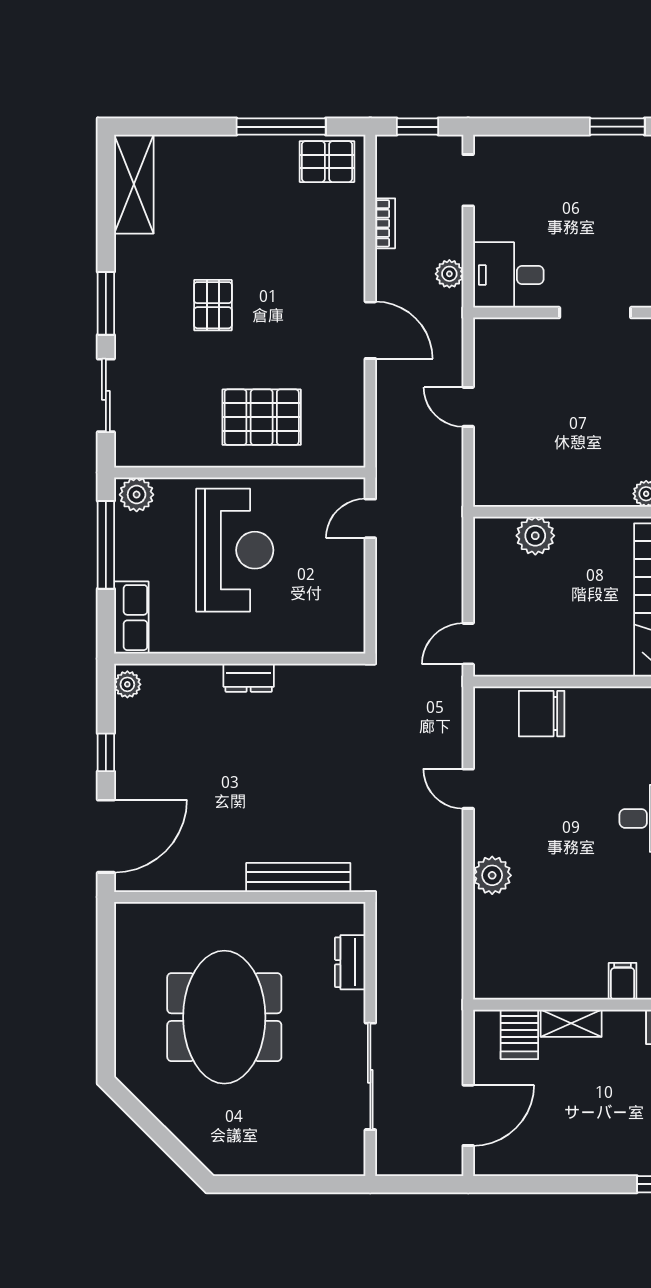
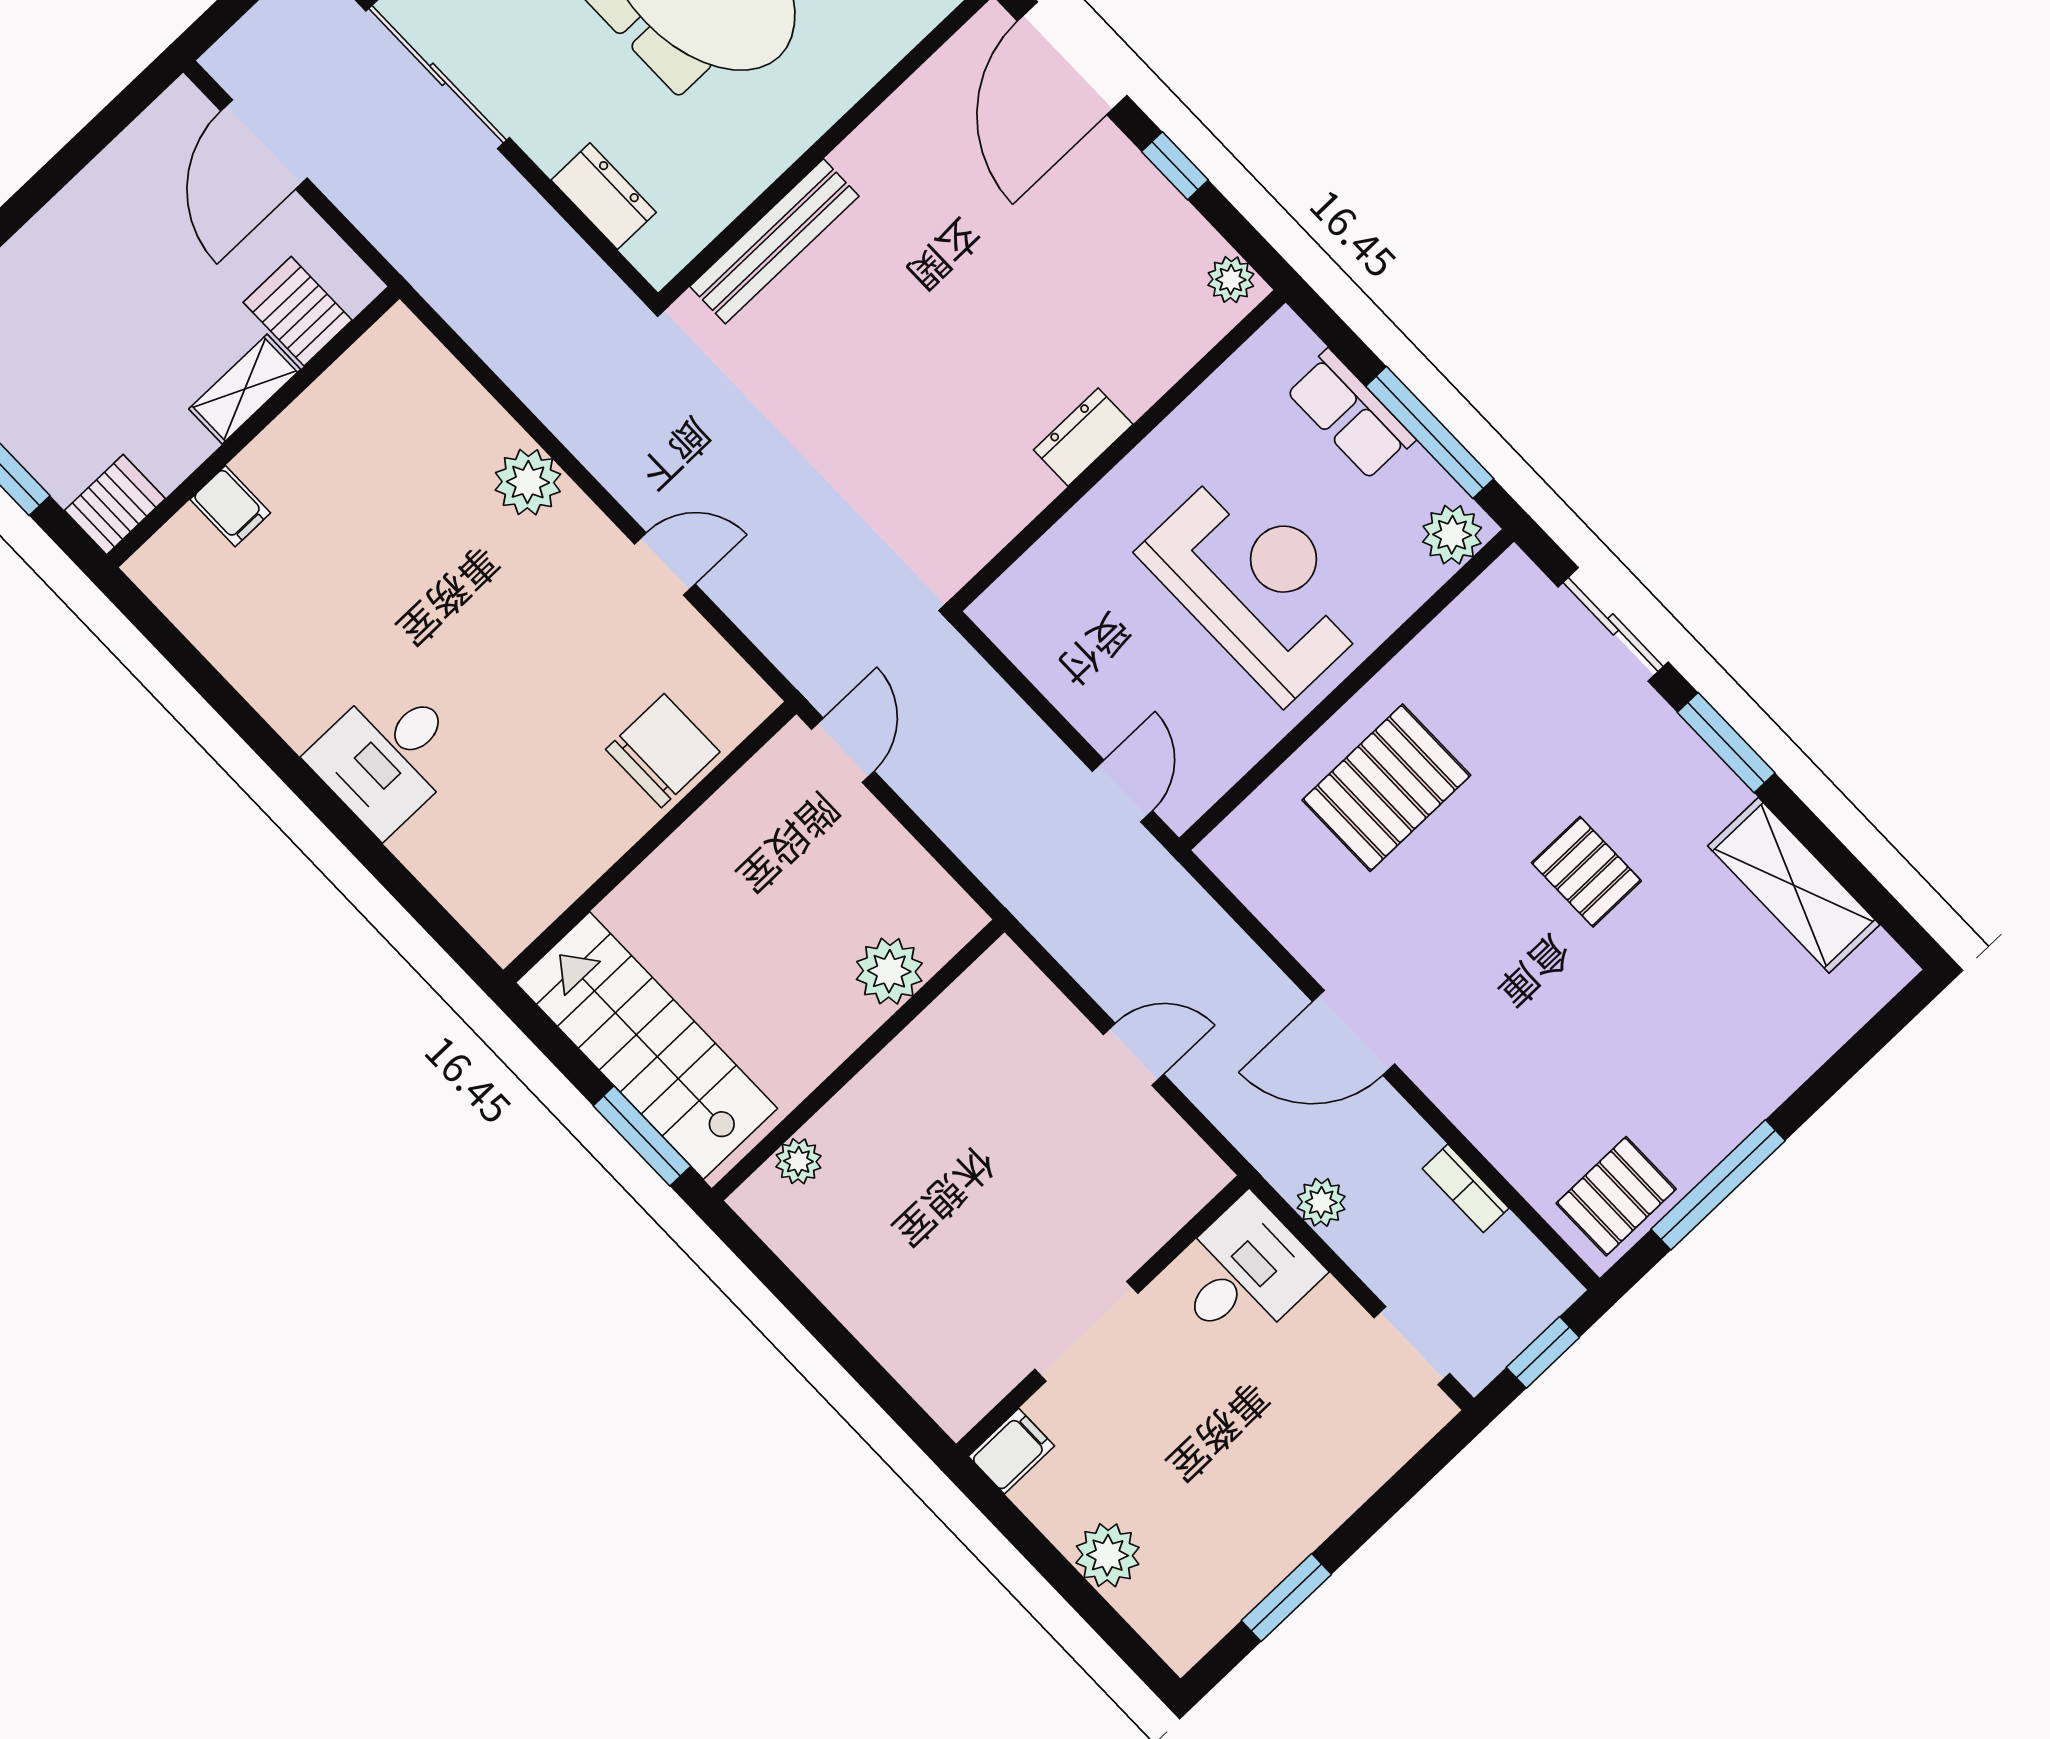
shelving: (134, 184) -> (1794, 885), moved
reception desk: (235, 550) -> (1258, 584), turned 180
row of seats: (131, 618) -> (1350, 415), moved

